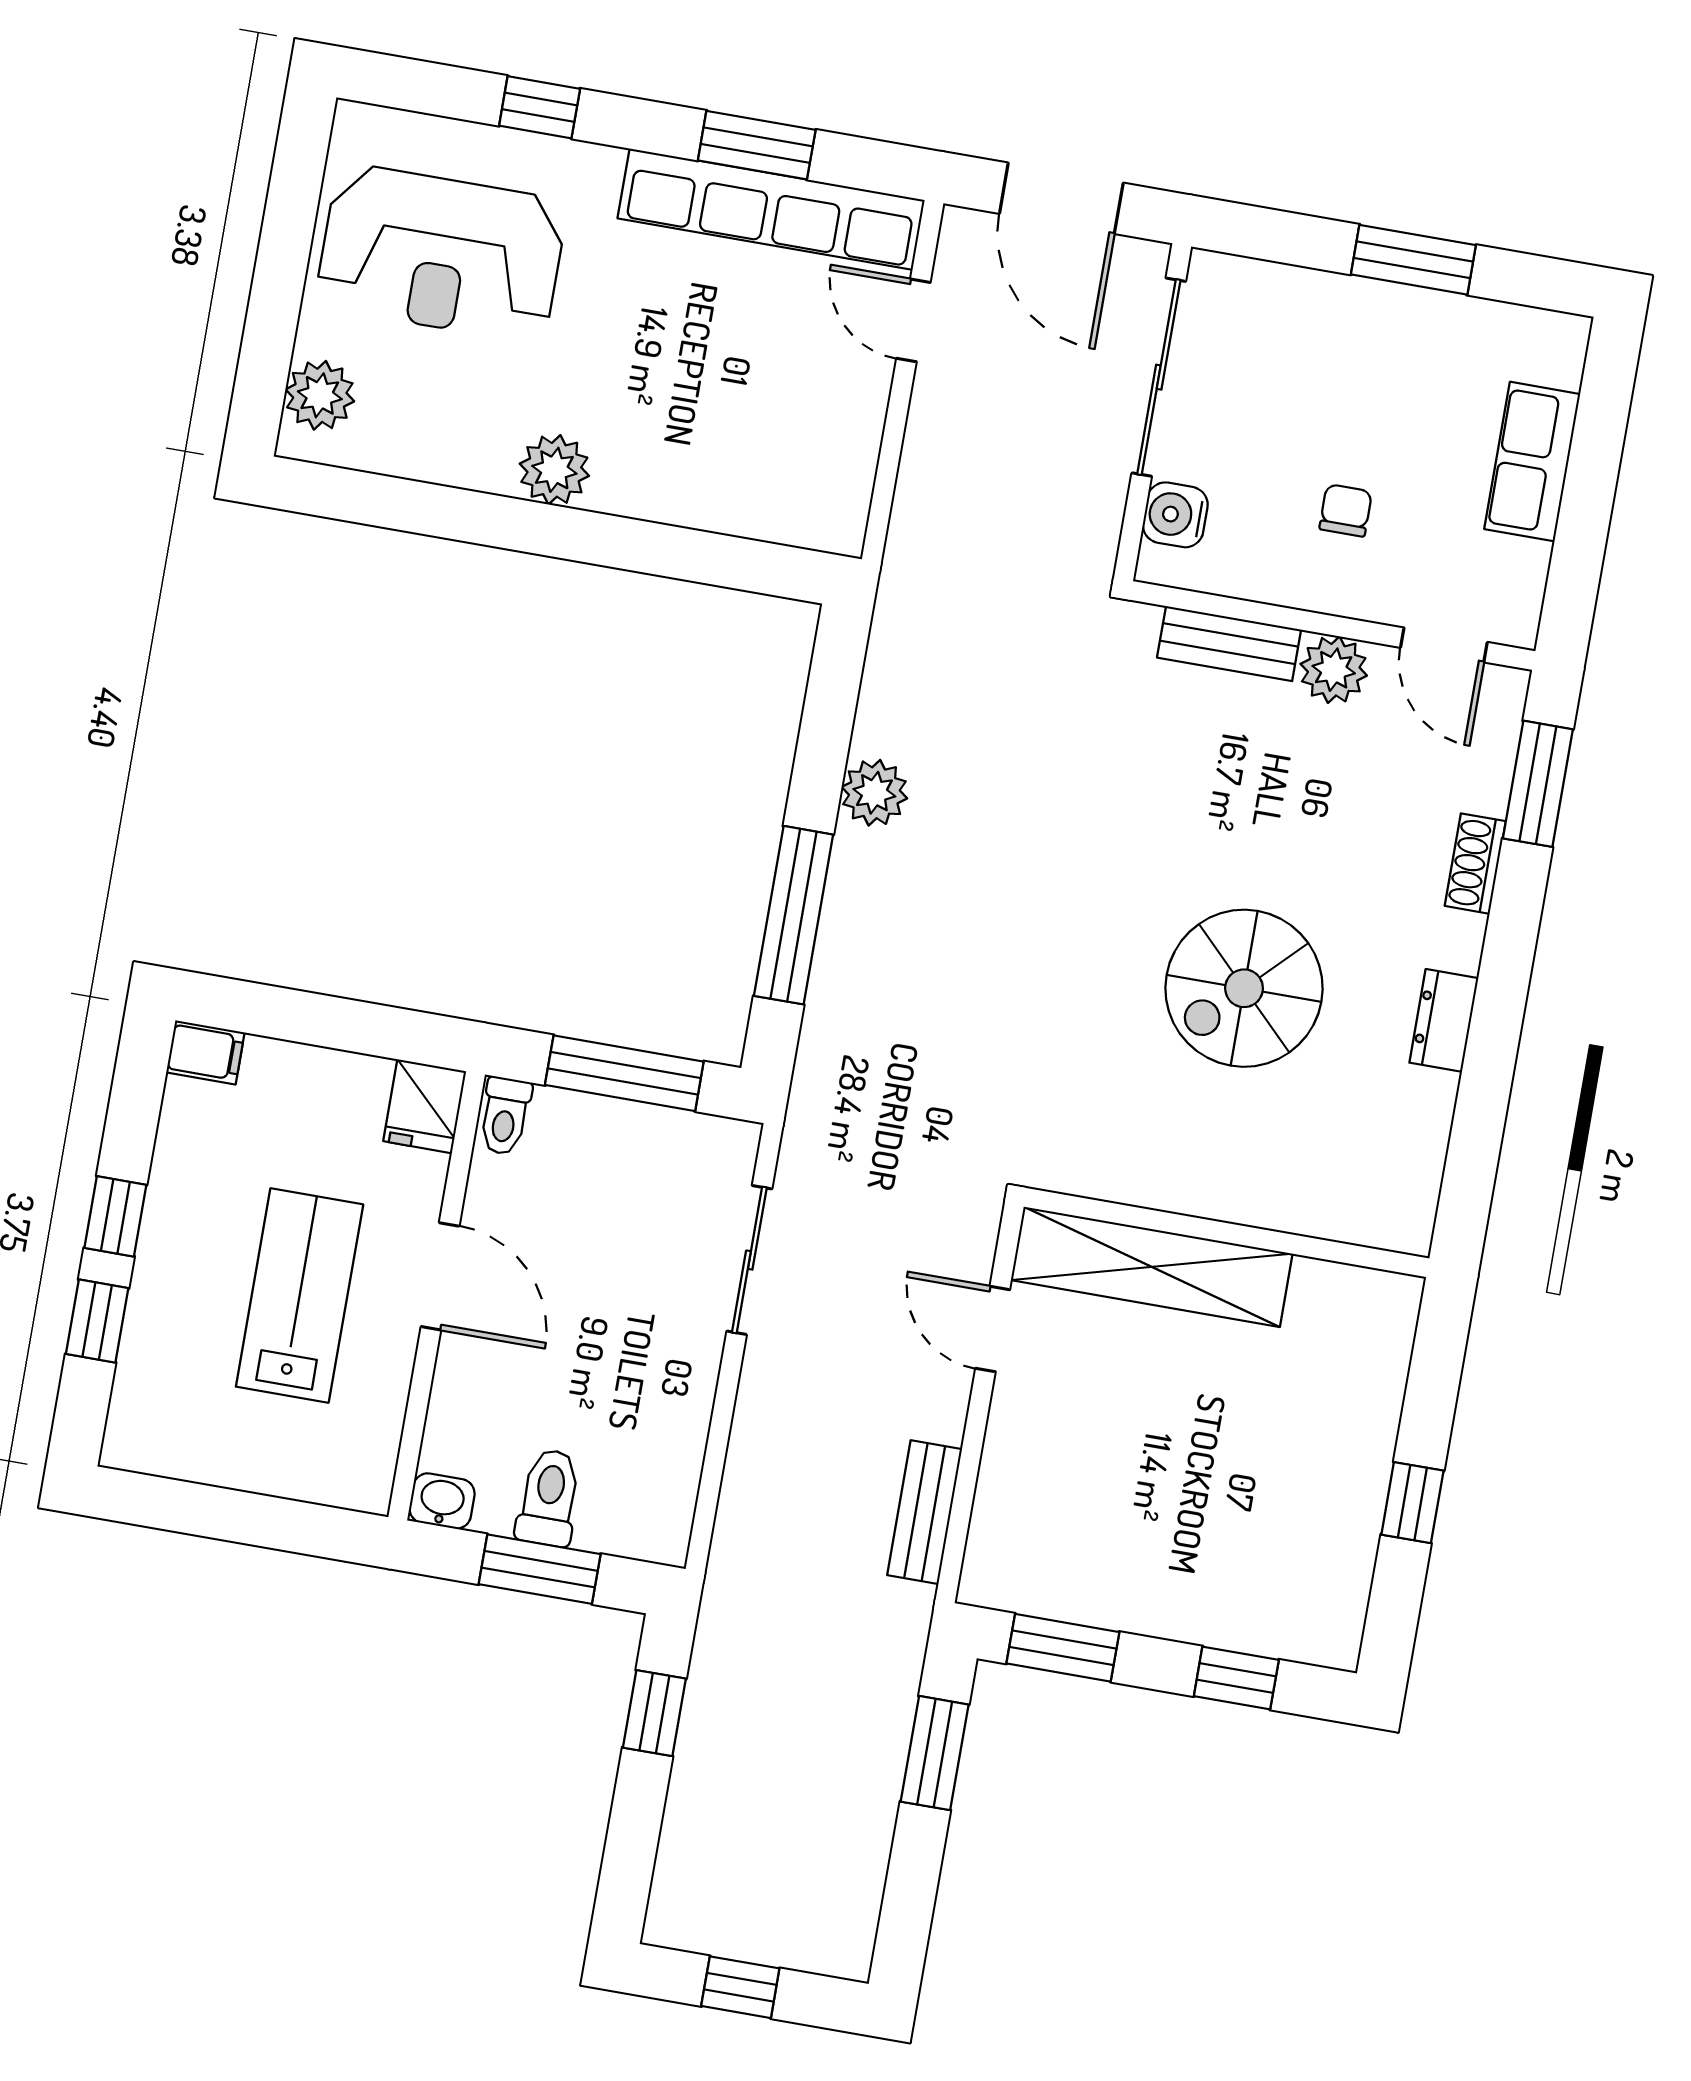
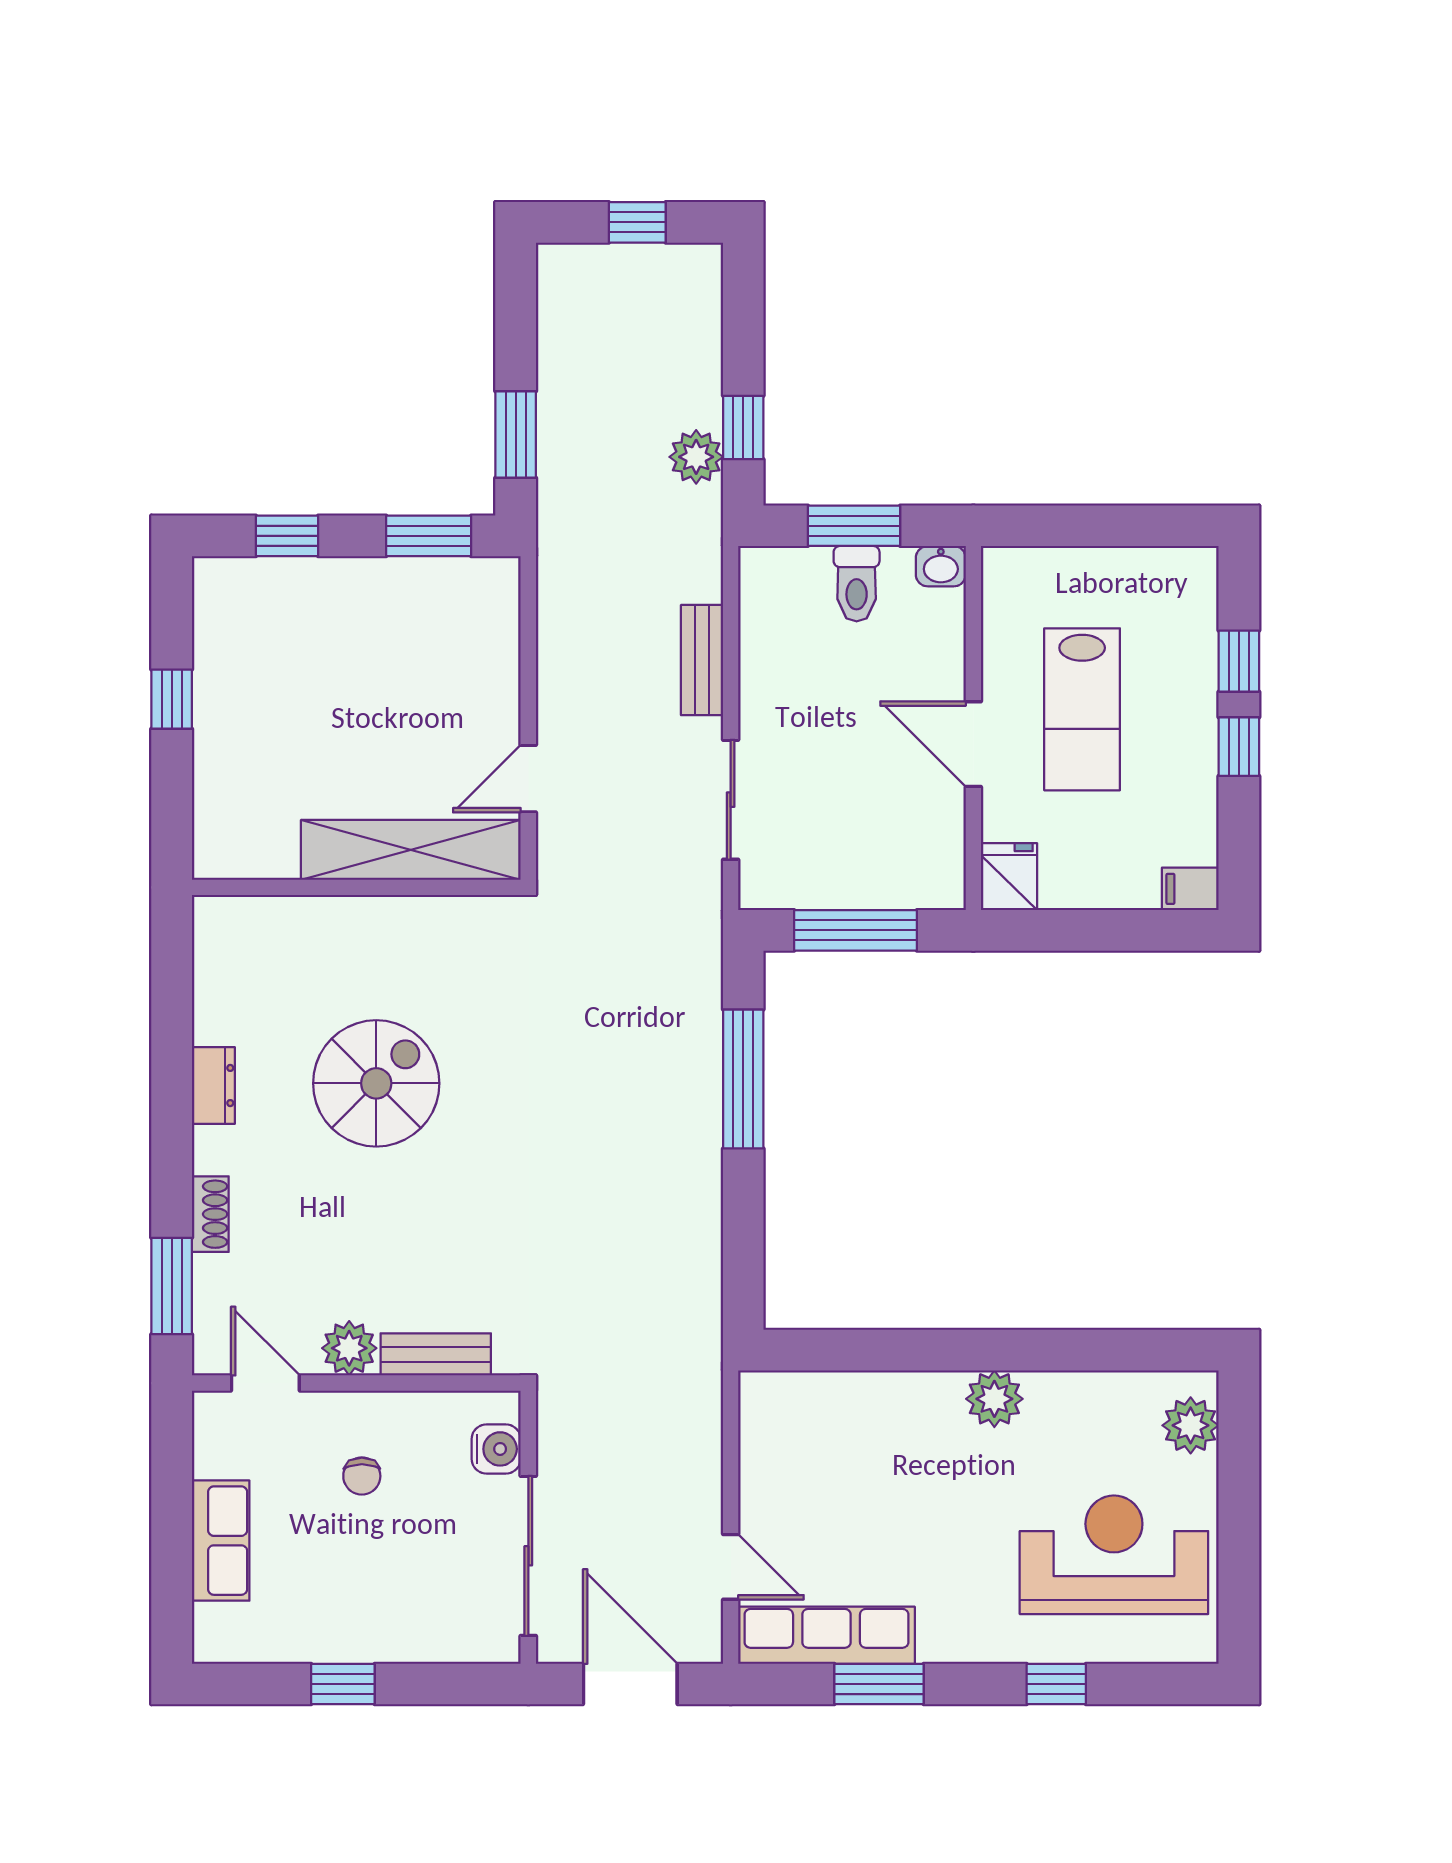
row of seats: (771, 209) -> (826, 1635), width x0.73
window: (1413, 260) -> (343, 1684), width x0.67
plant: (874, 793) -> (696, 457), moved
toilet: (505, 1116) -> (944, 880), removed
door: (993, 1329) -> (528, 779), swing flipped
bench: (925, 1512) -> (702, 660), moved

